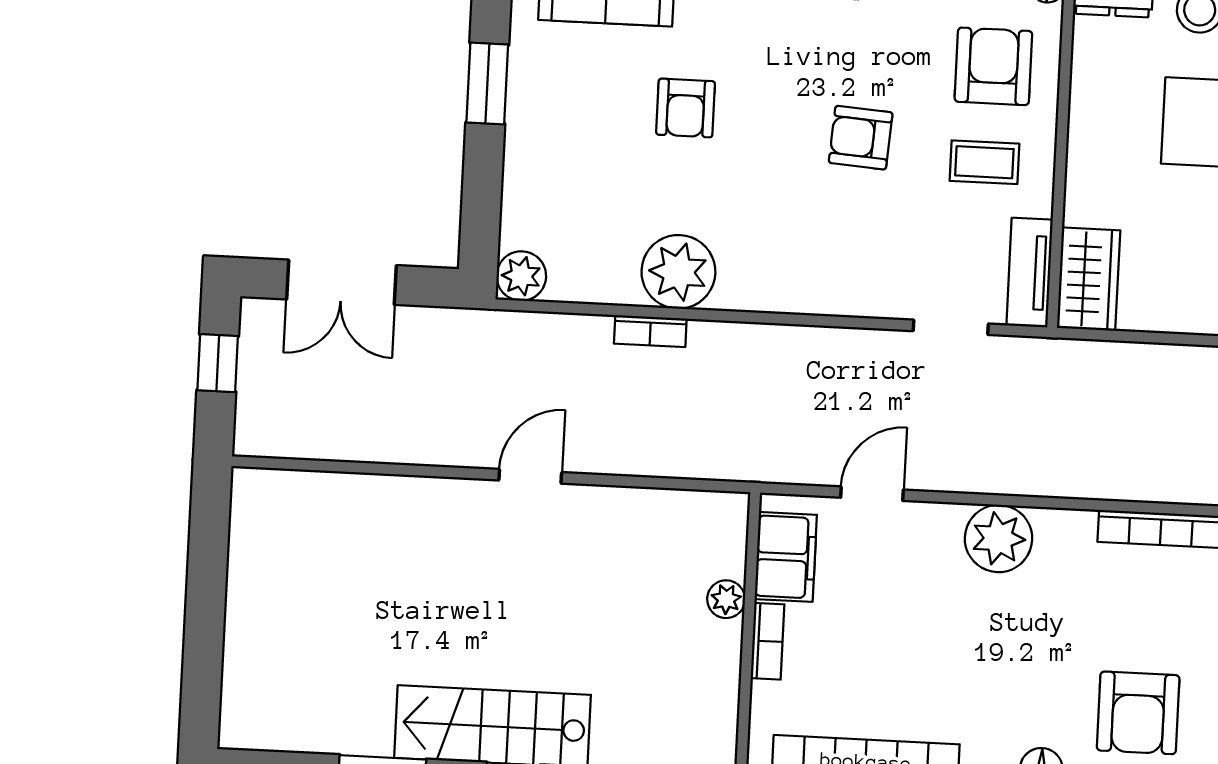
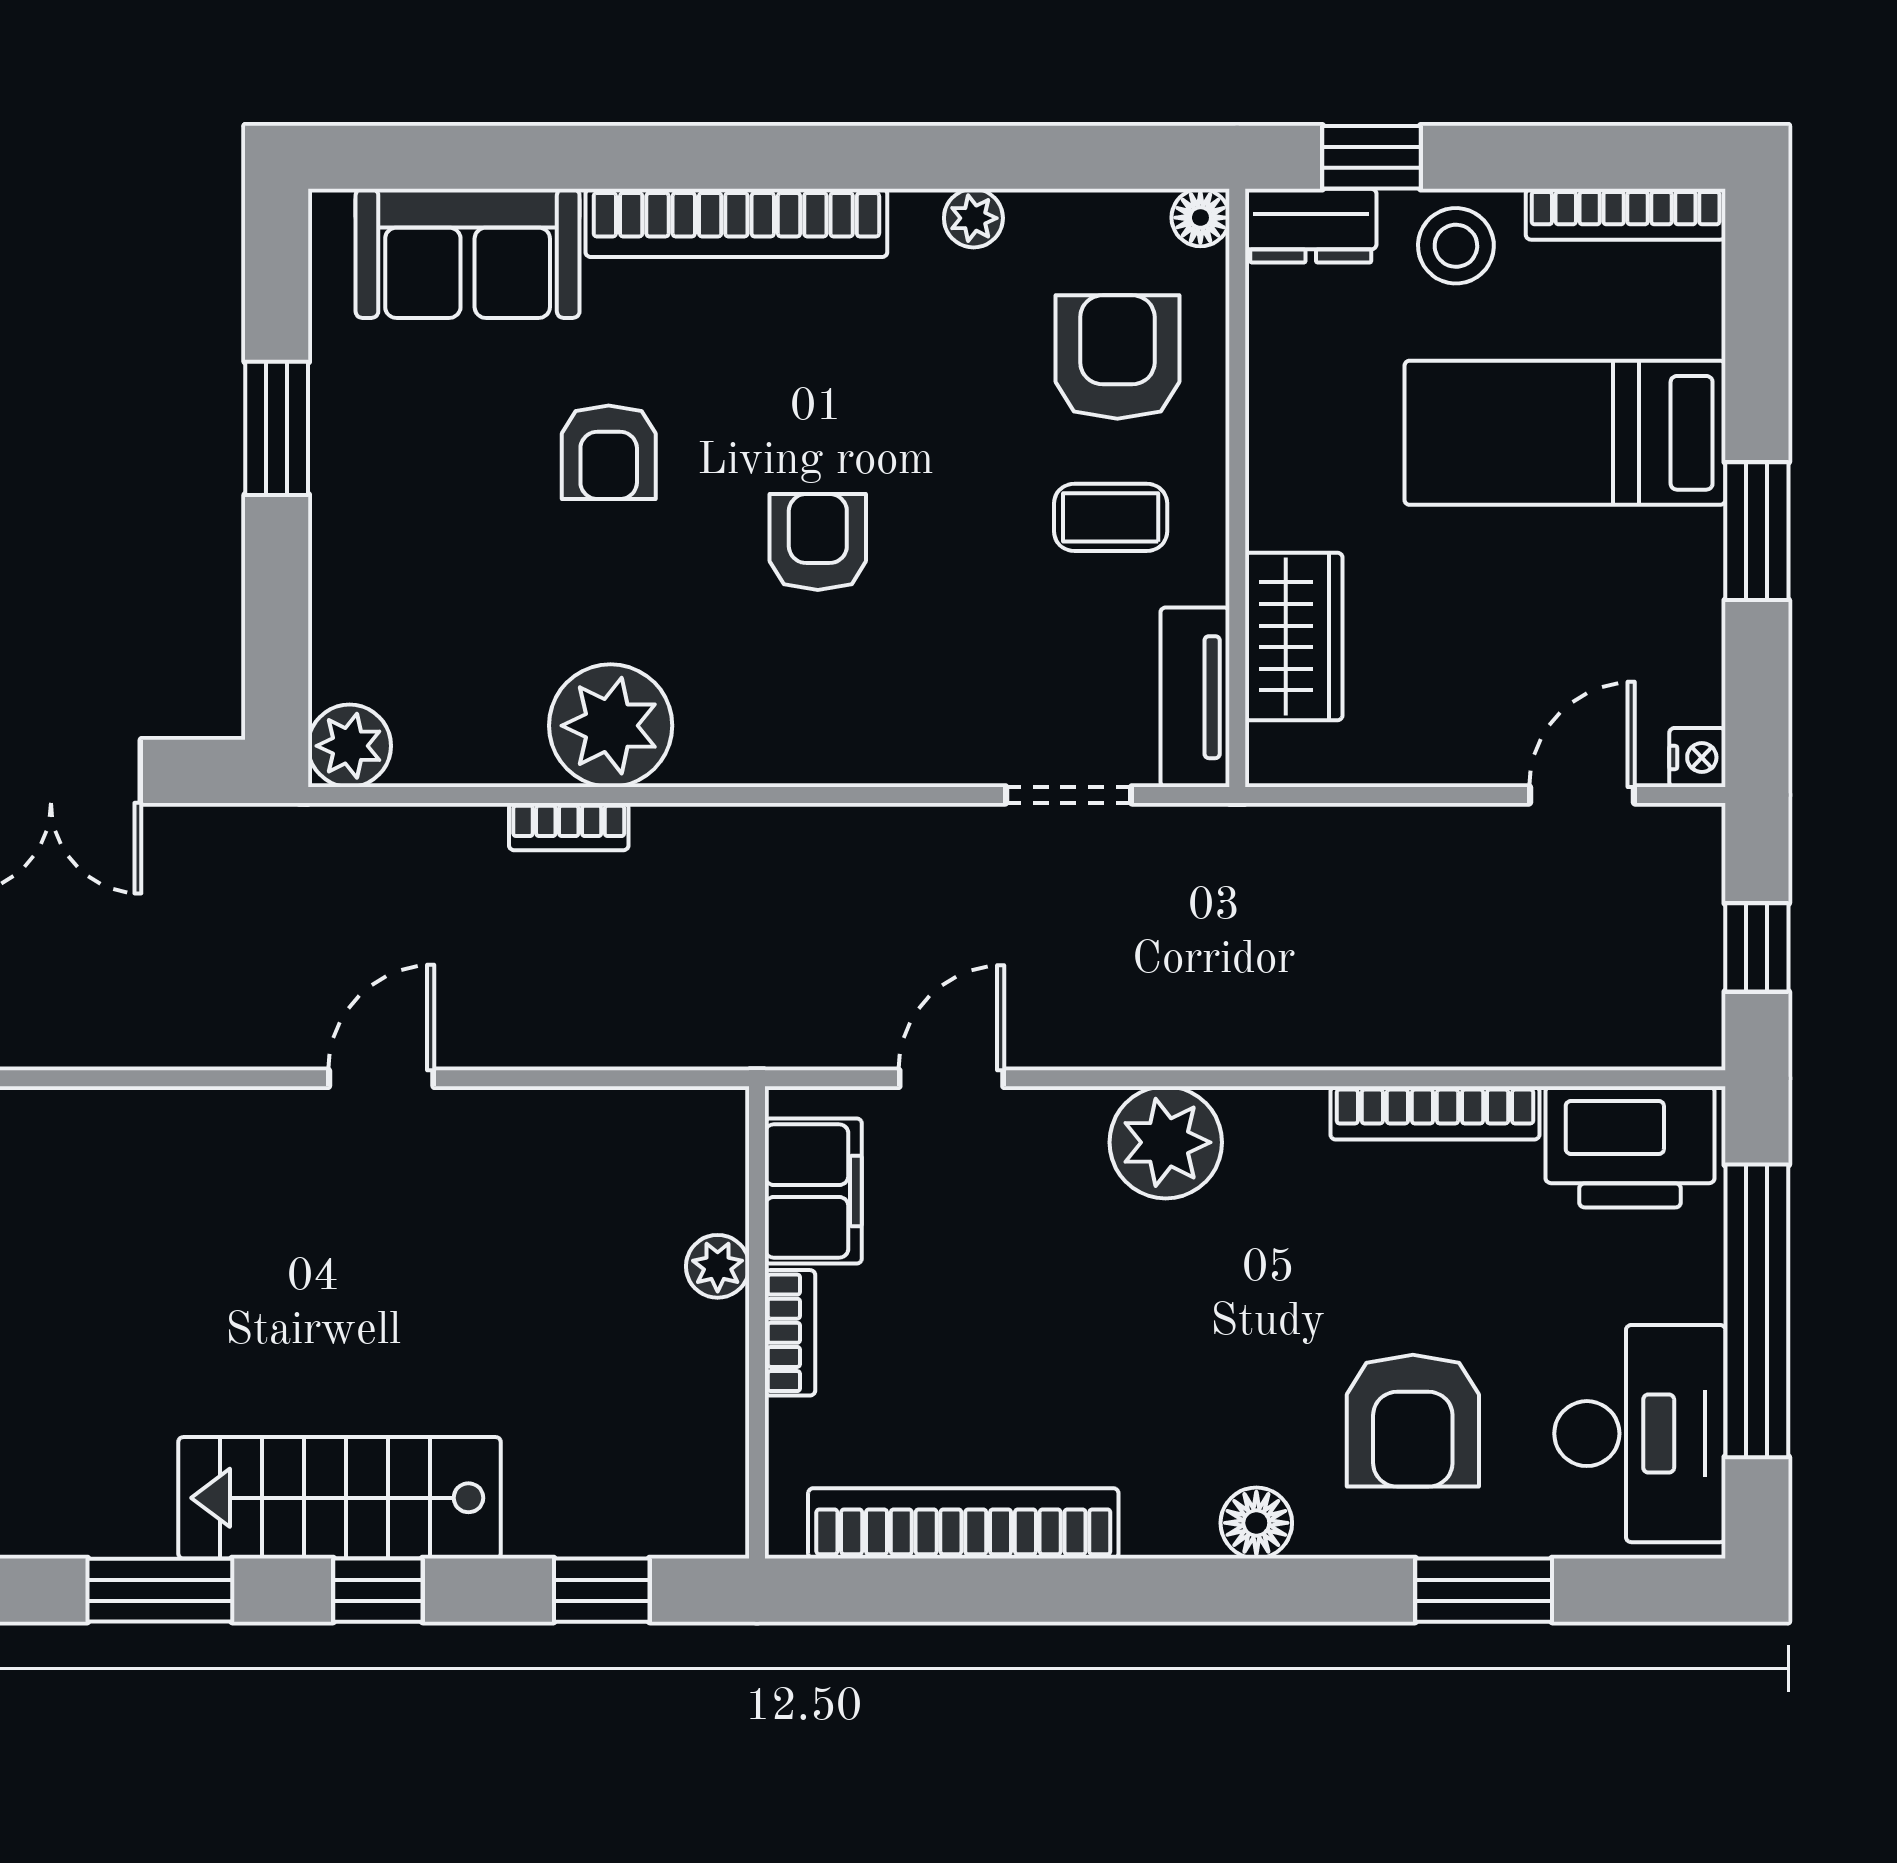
armchair: (861, 138) -> (818, 542), moved, turned 86
wardrobe: (1089, 279) -> (1294, 636), moved

